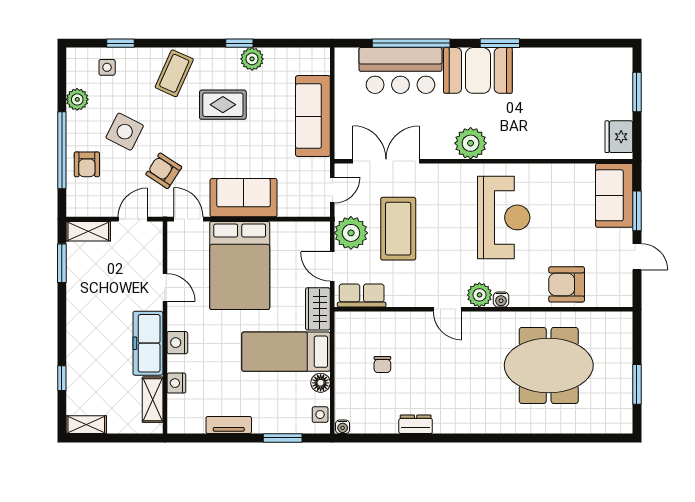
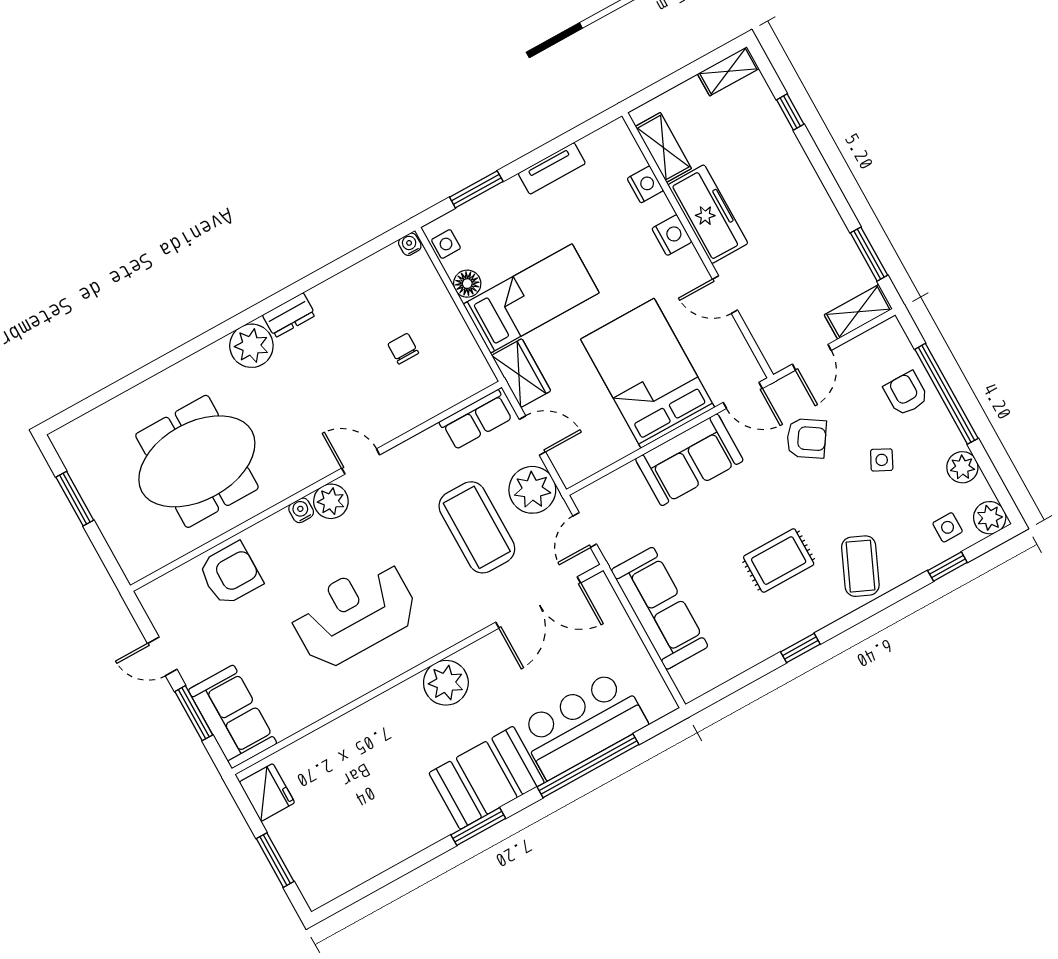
plant: (252, 59) -> (990, 518), moved
side table: (125, 132) -> (882, 460), width x0.54, depth x0.54
reception desk: (504, 217) -> (354, 614), turned 90
plant: (475, 418) -> (251, 346), added
dresser: (416, 424) -> (289, 315), moved

